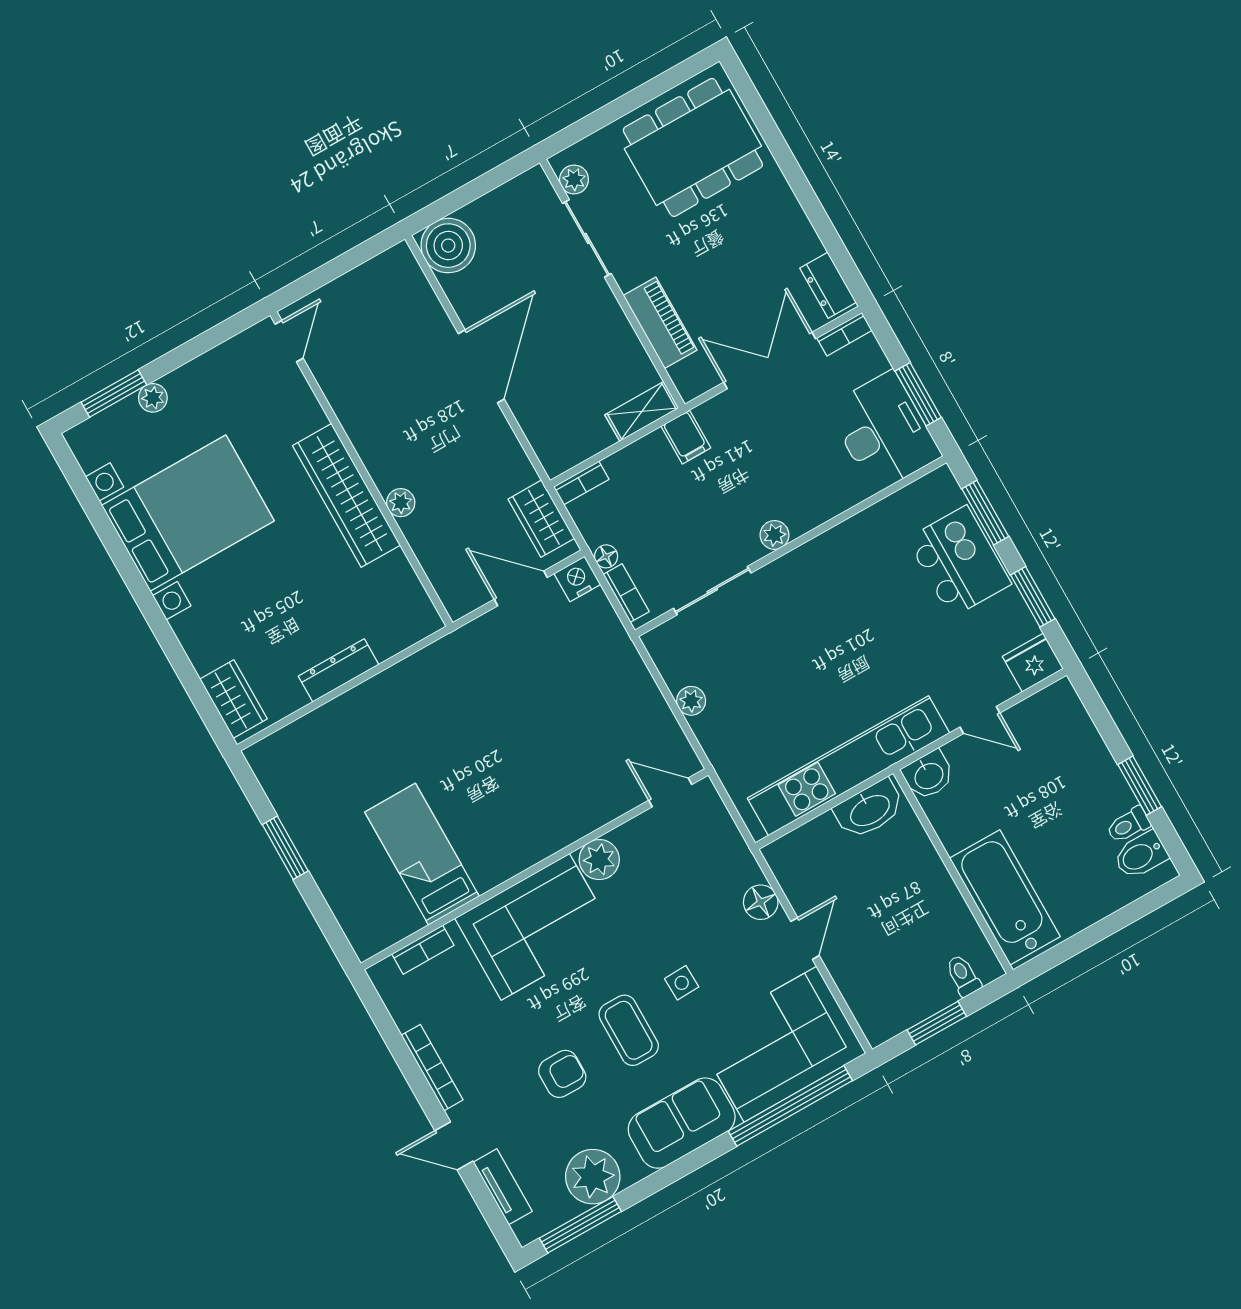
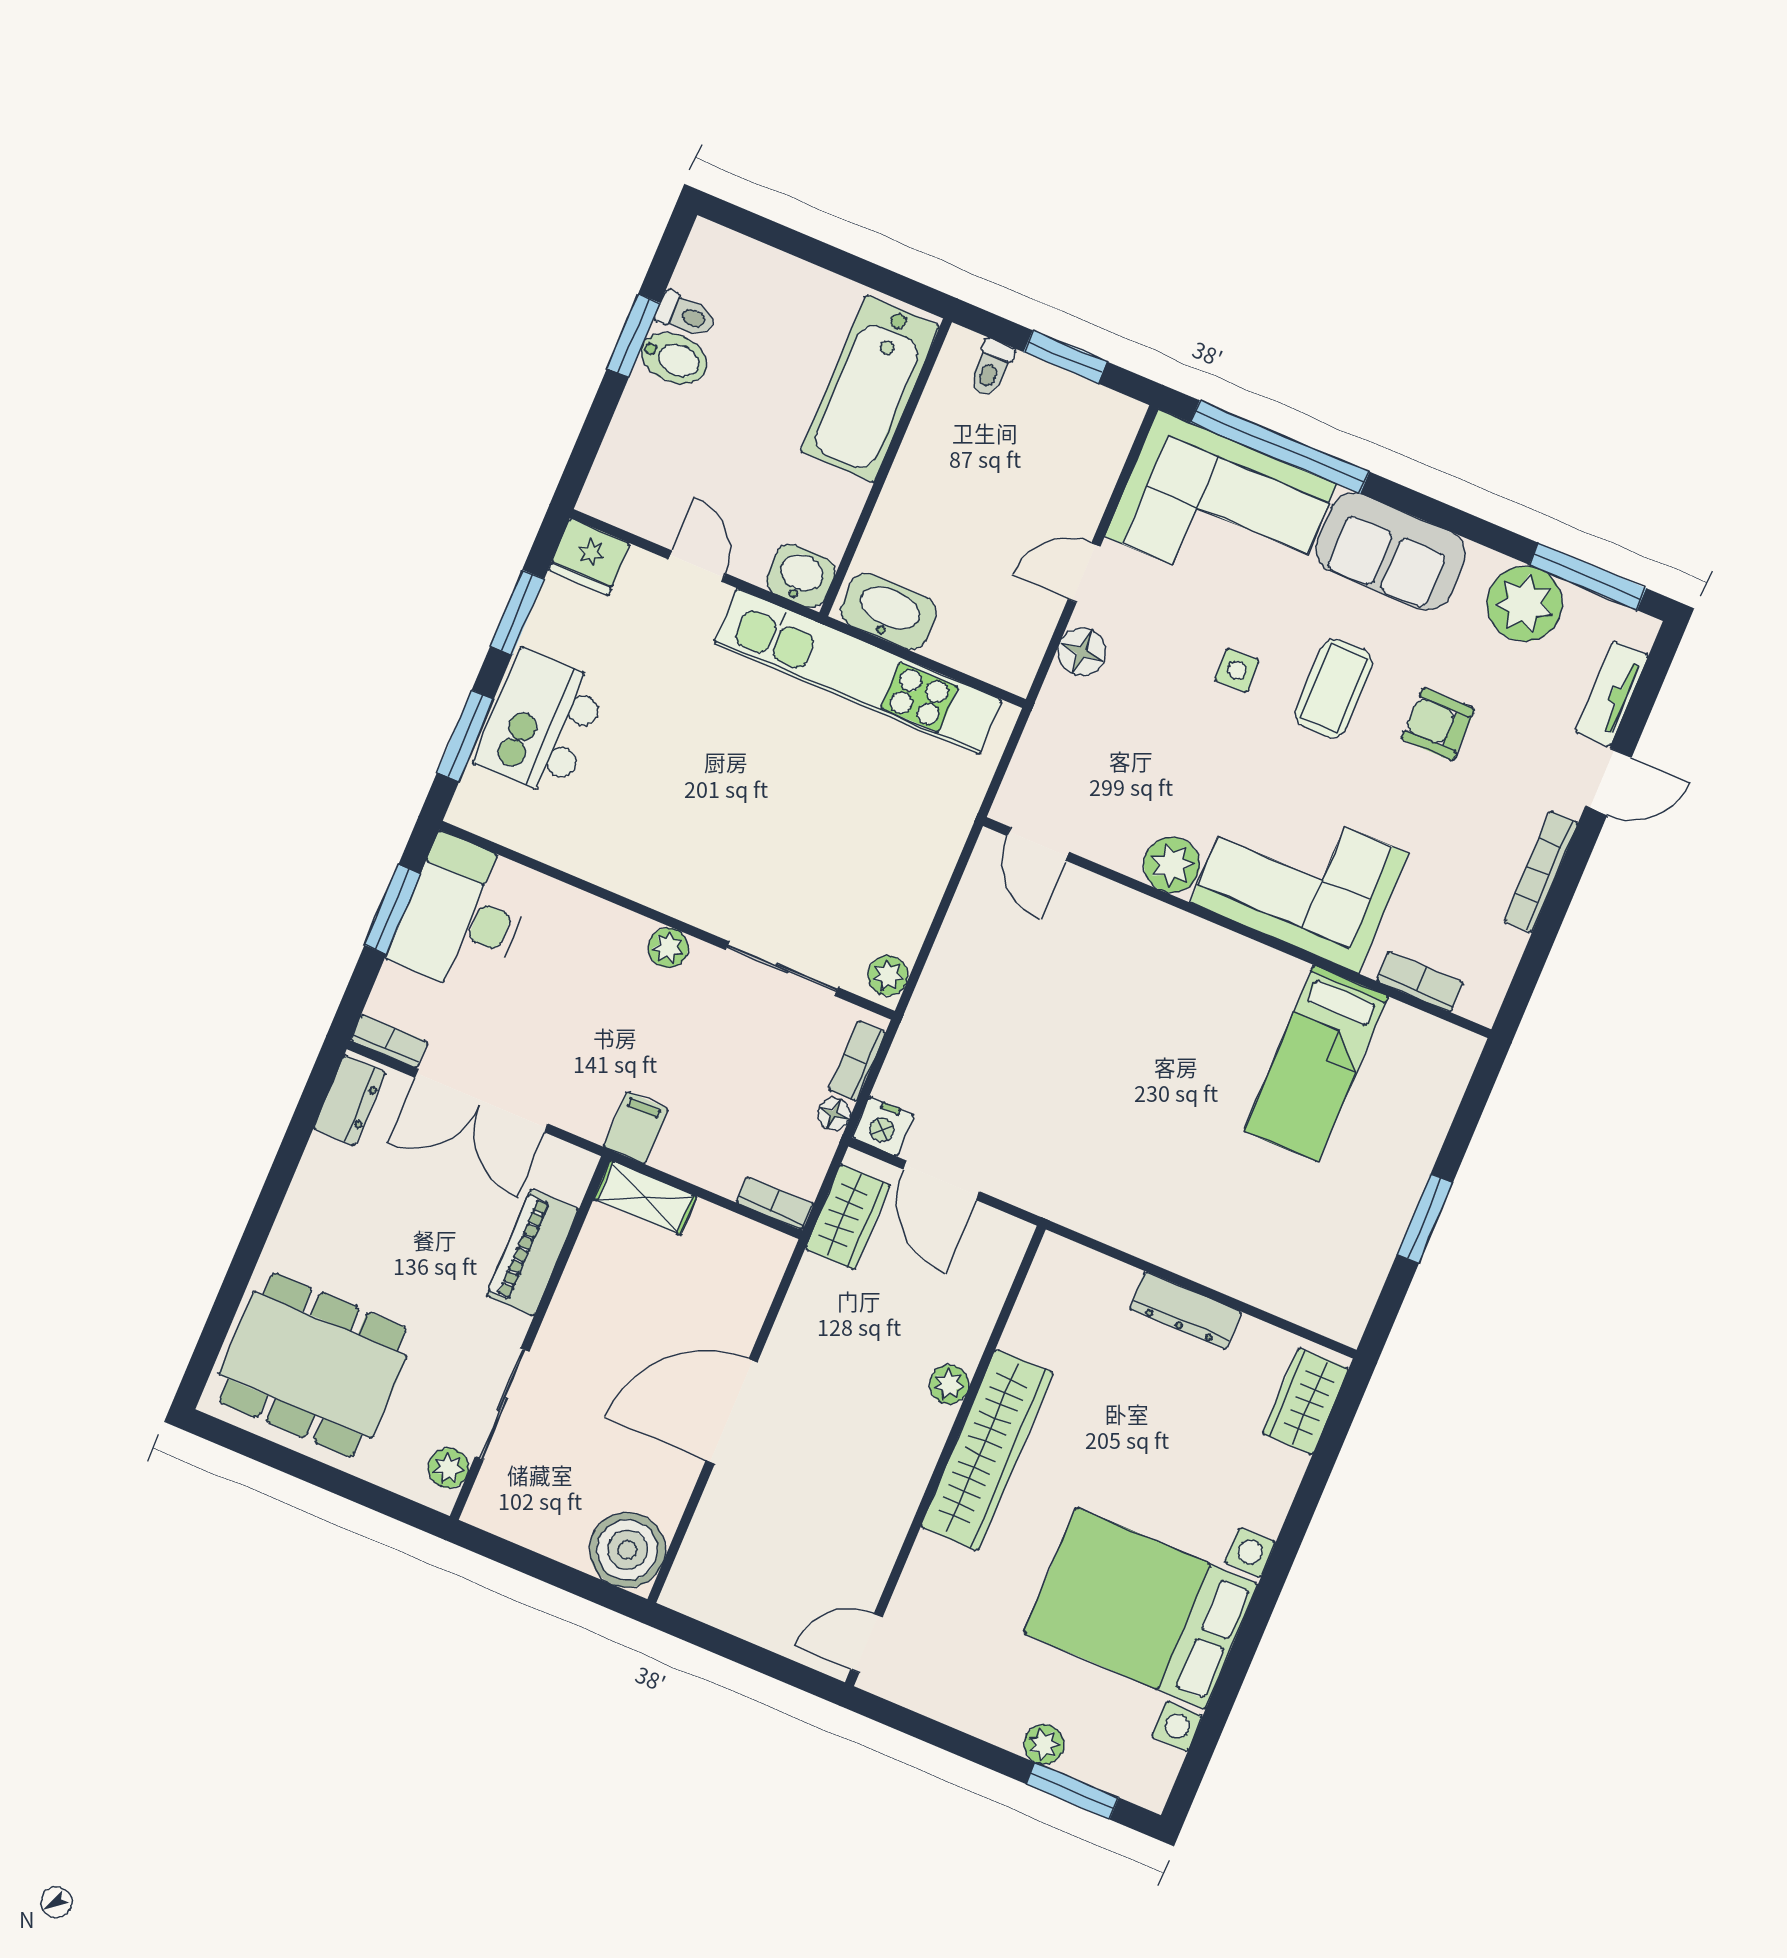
plant: (691, 701) -> (888, 976), moved
bidet: (1141, 855) -> (674, 358), moved
door: (454, 1146) -> (1608, 782), hinge flipped

